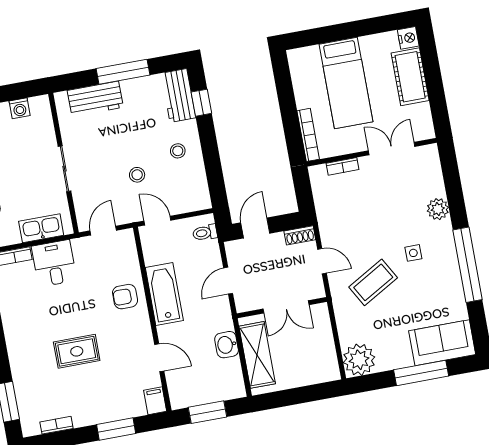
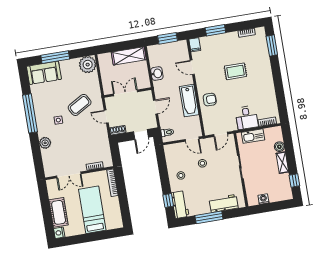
shelving: (257, 355) -> (129, 56), moved, turned 90

